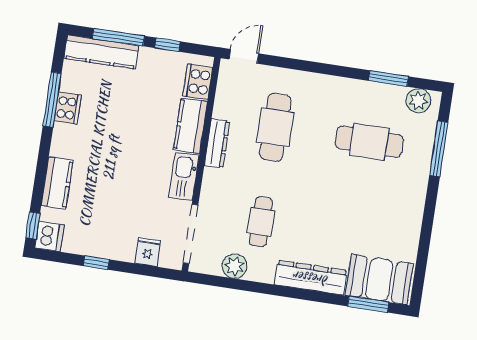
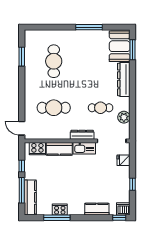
plant: (418, 101) -> (30, 40), removed
dresser: (217, 143) -> (82, 135), moved
window: (439, 149) -> (89, 27), moved

